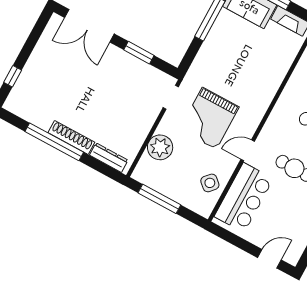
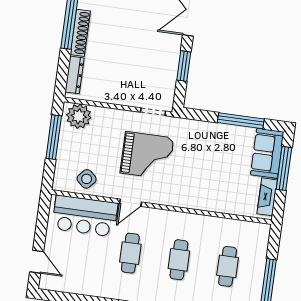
grand piano: (209, 118) -> (147, 155), turned 180
plant: (160, 147) -> (79, 116), moved
door: (248, 150) -> (131, 203), swing flipped

